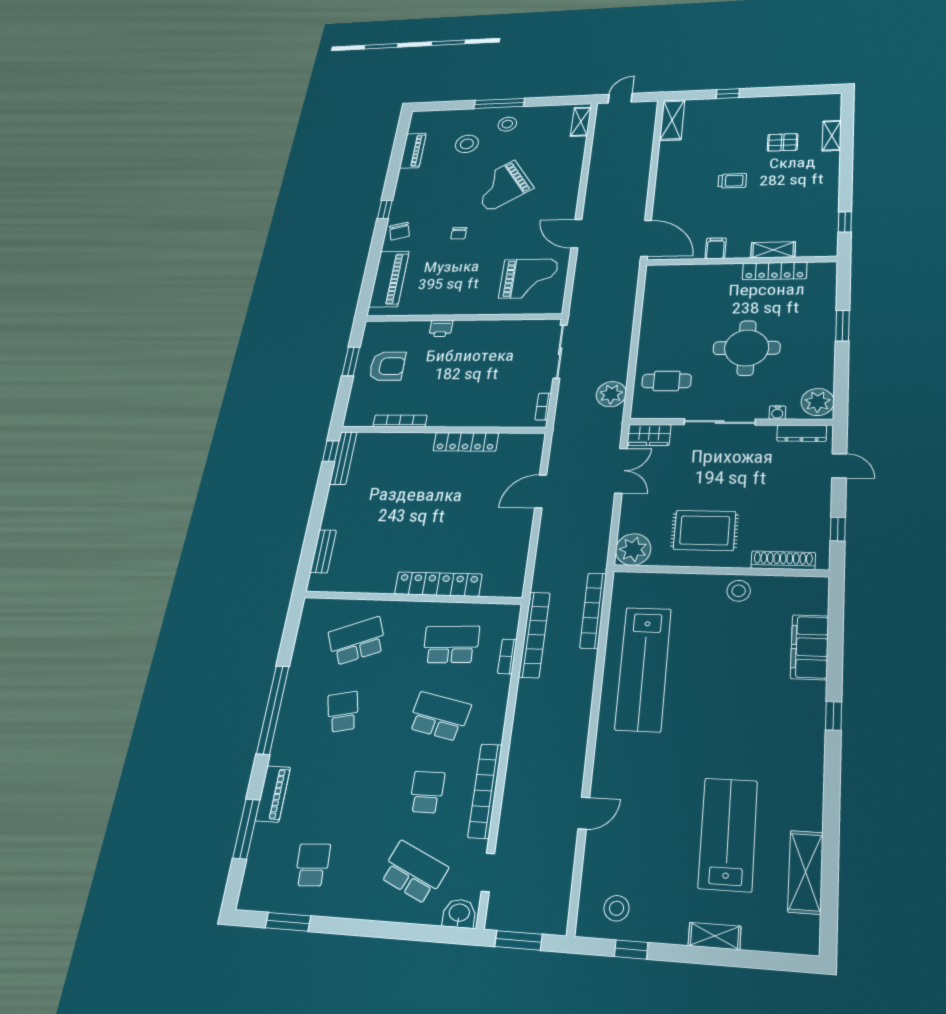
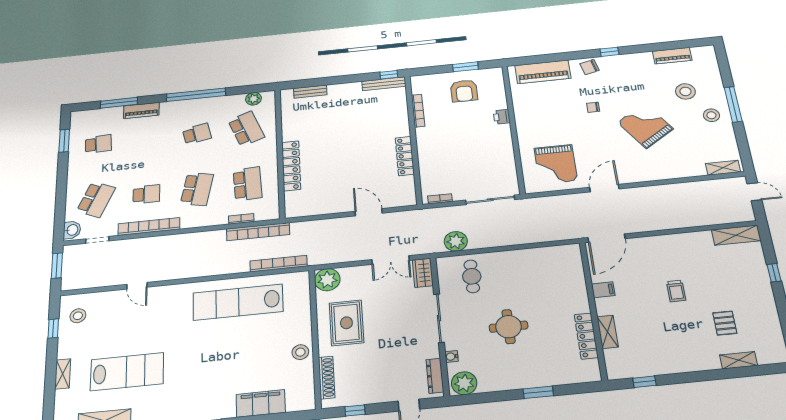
round table: (747, 348) -> (509, 327), width x0.73, depth x0.73
plant: (309, 628) -> (253, 99), added

